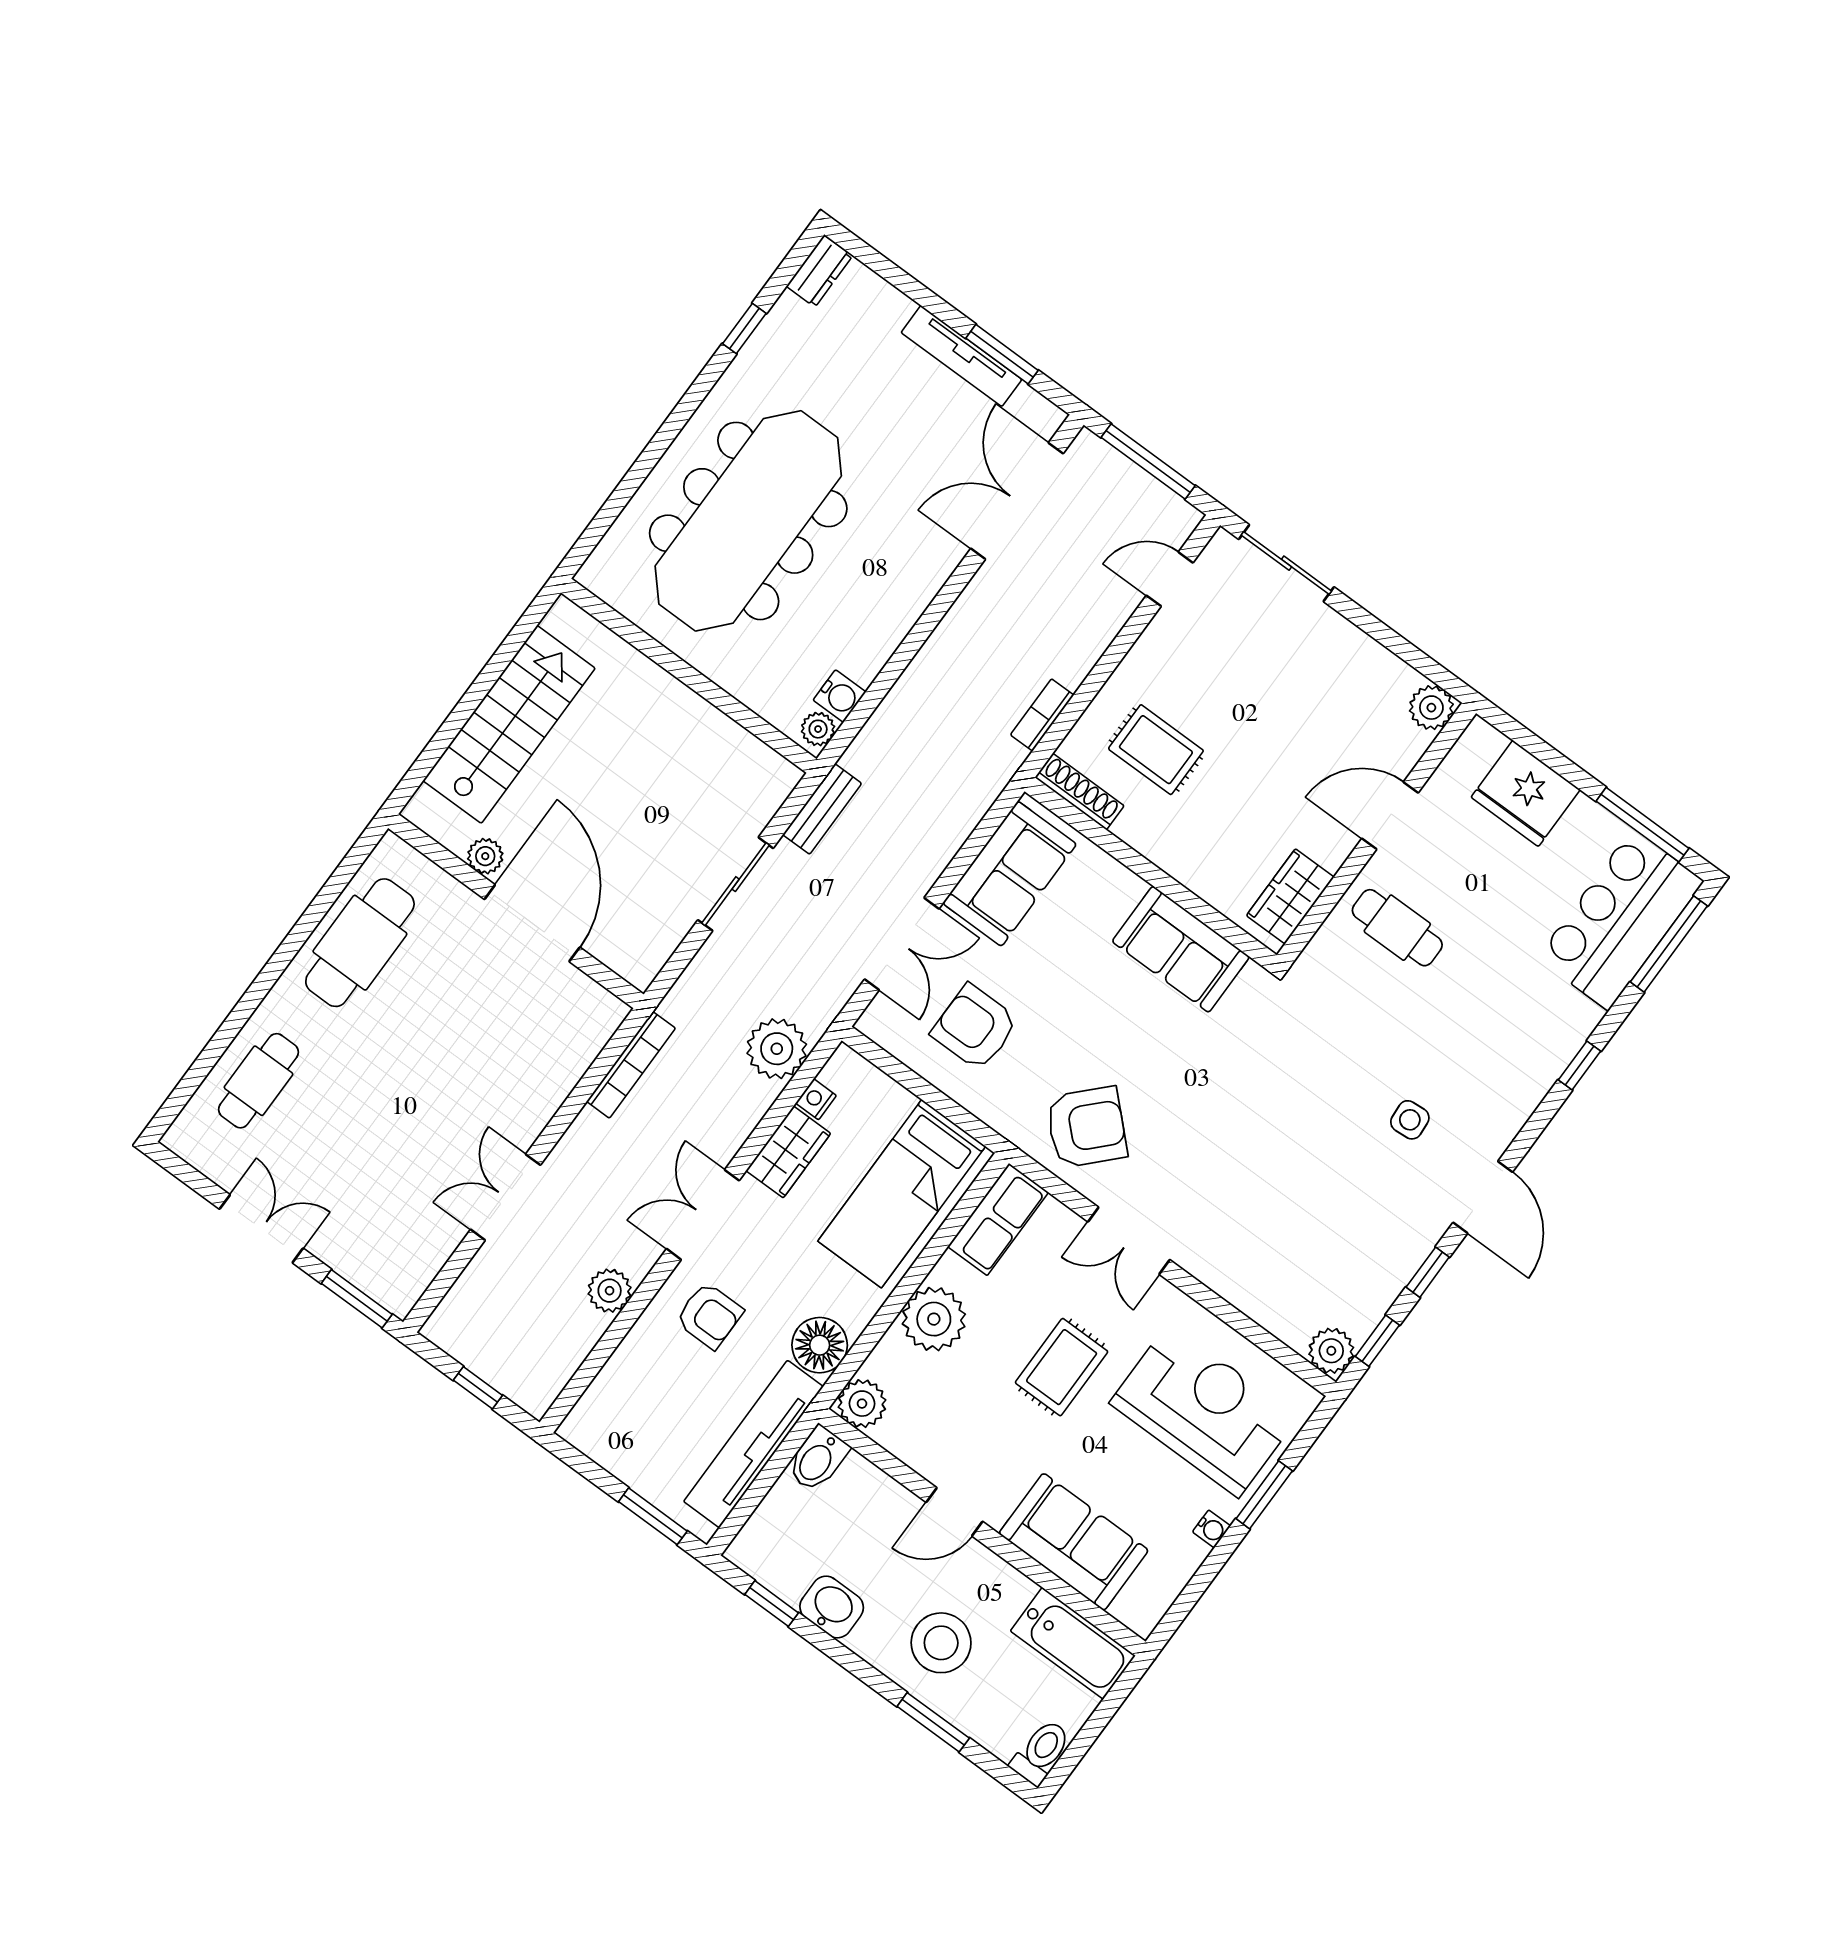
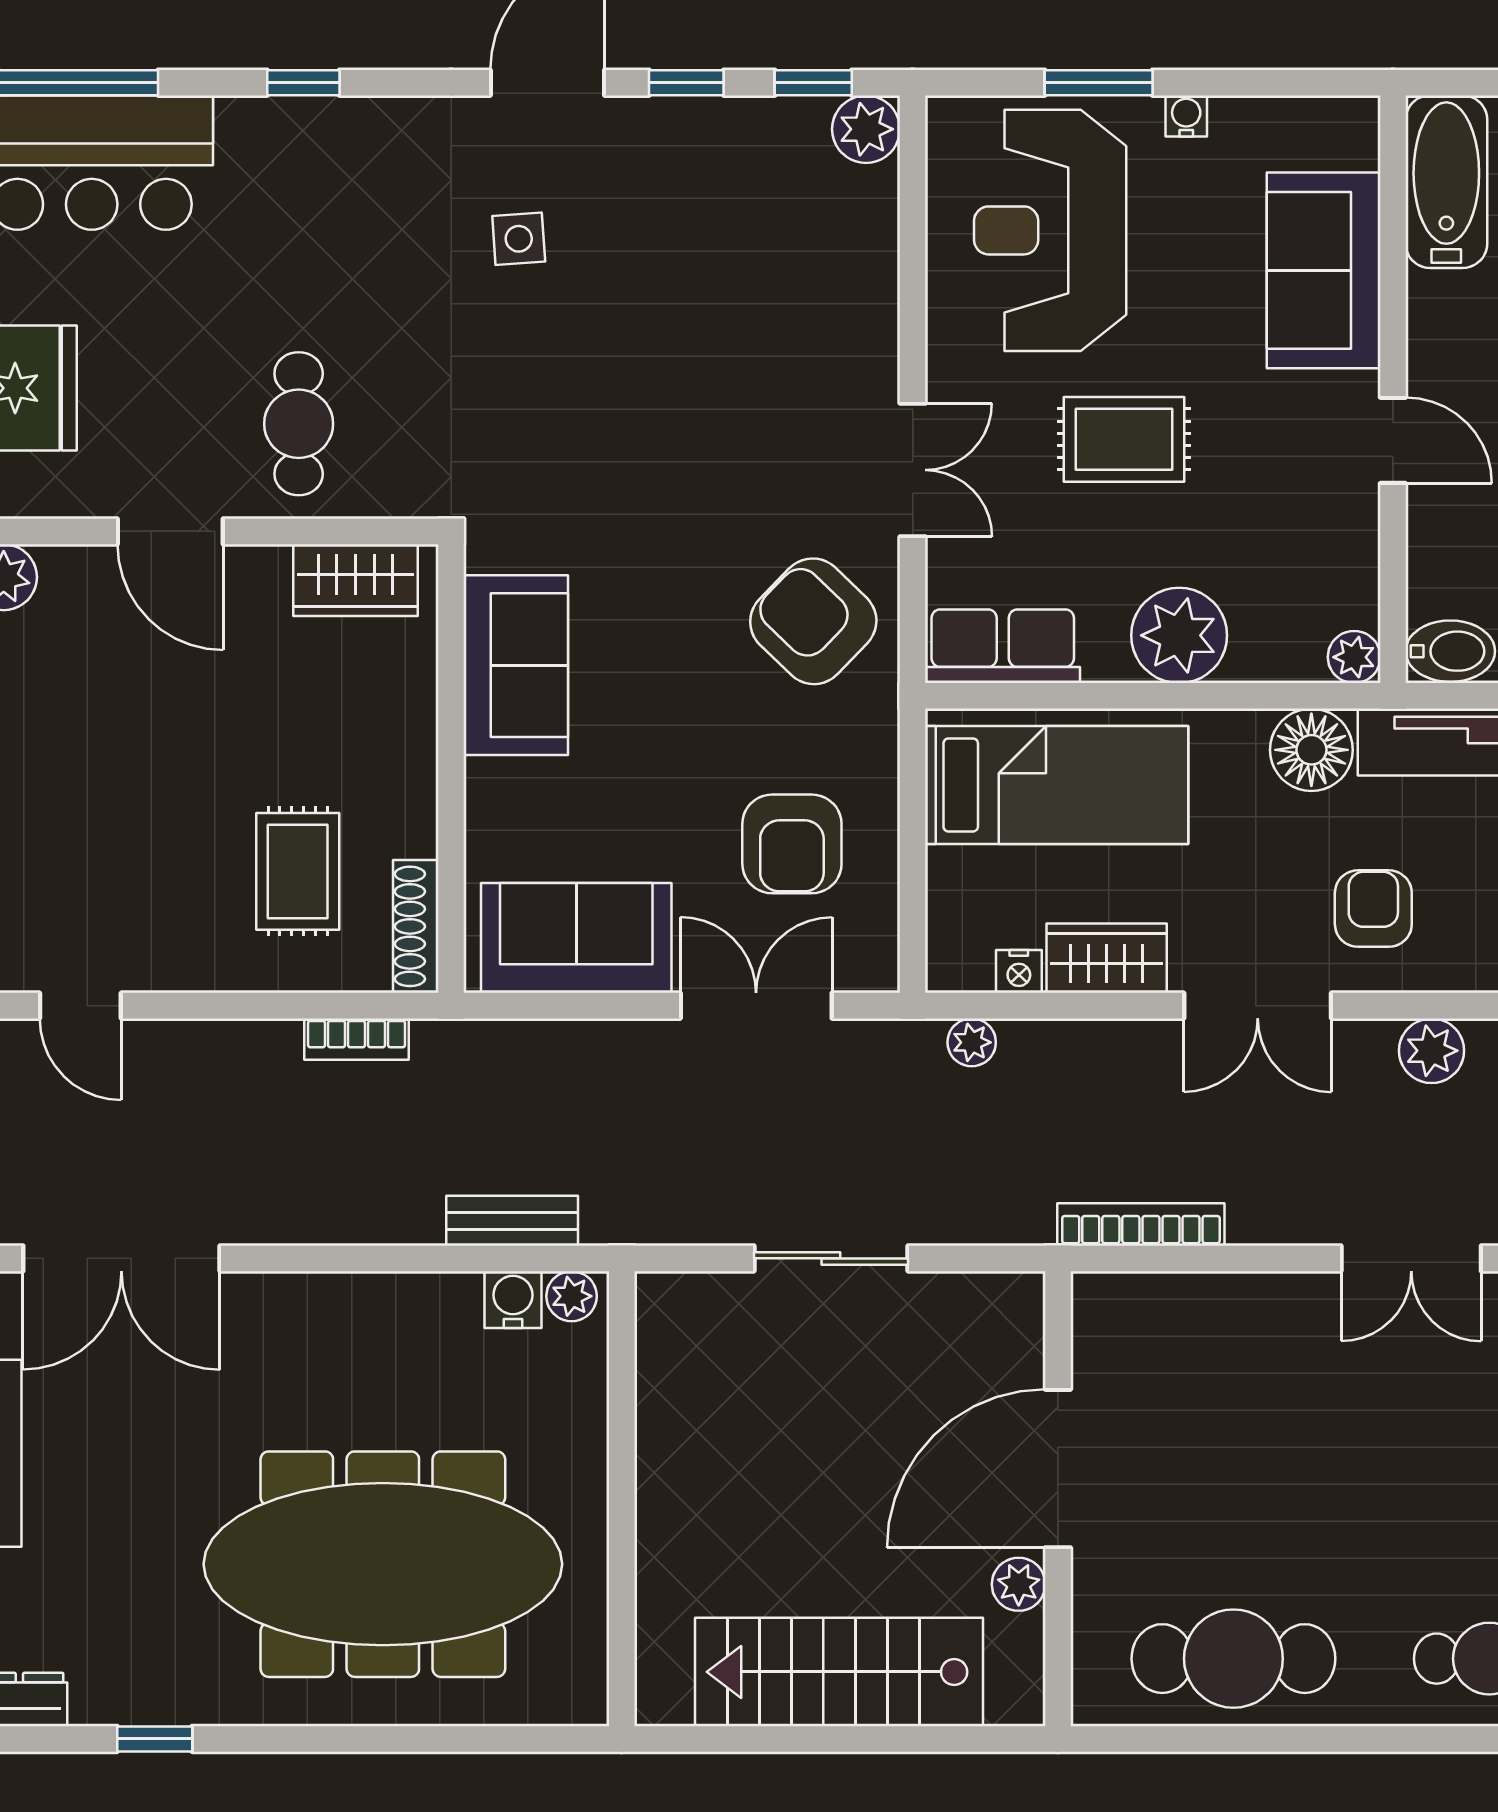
bench: (822, 809) -> (512, 1221), moved
plant: (777, 1049) -> (972, 1042), width x0.53, depth x0.53
plant: (862, 1404) -> (1354, 657), width x0.73, depth x0.73

